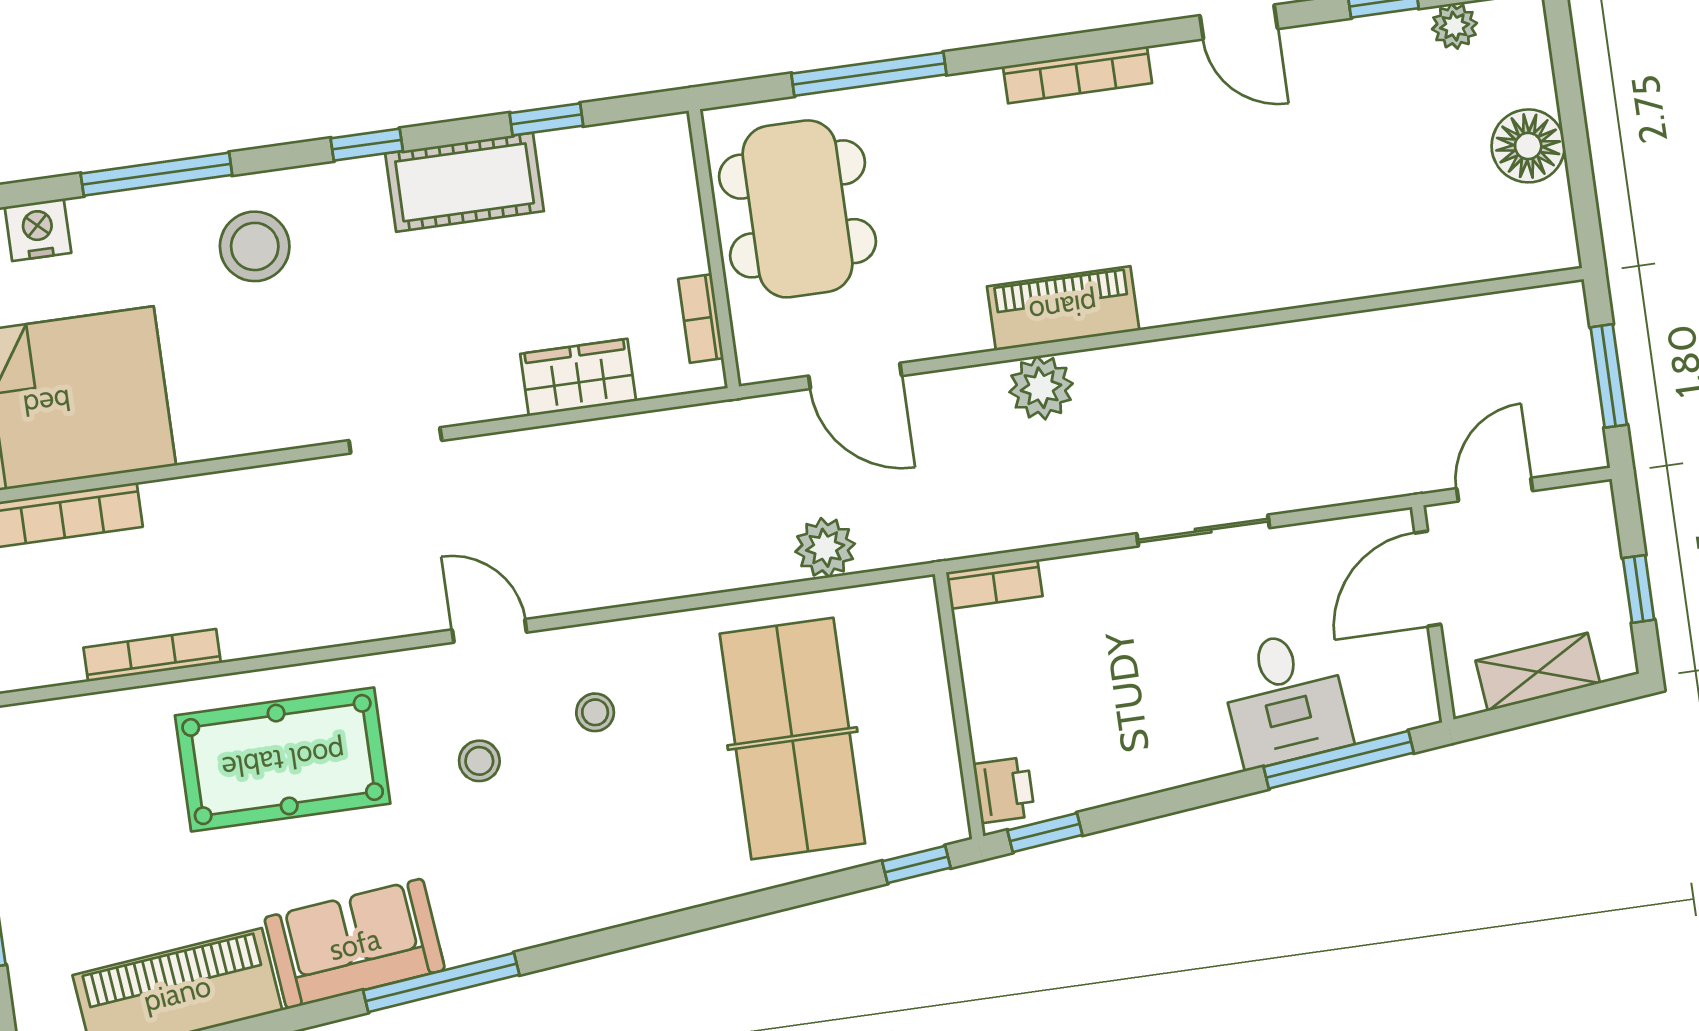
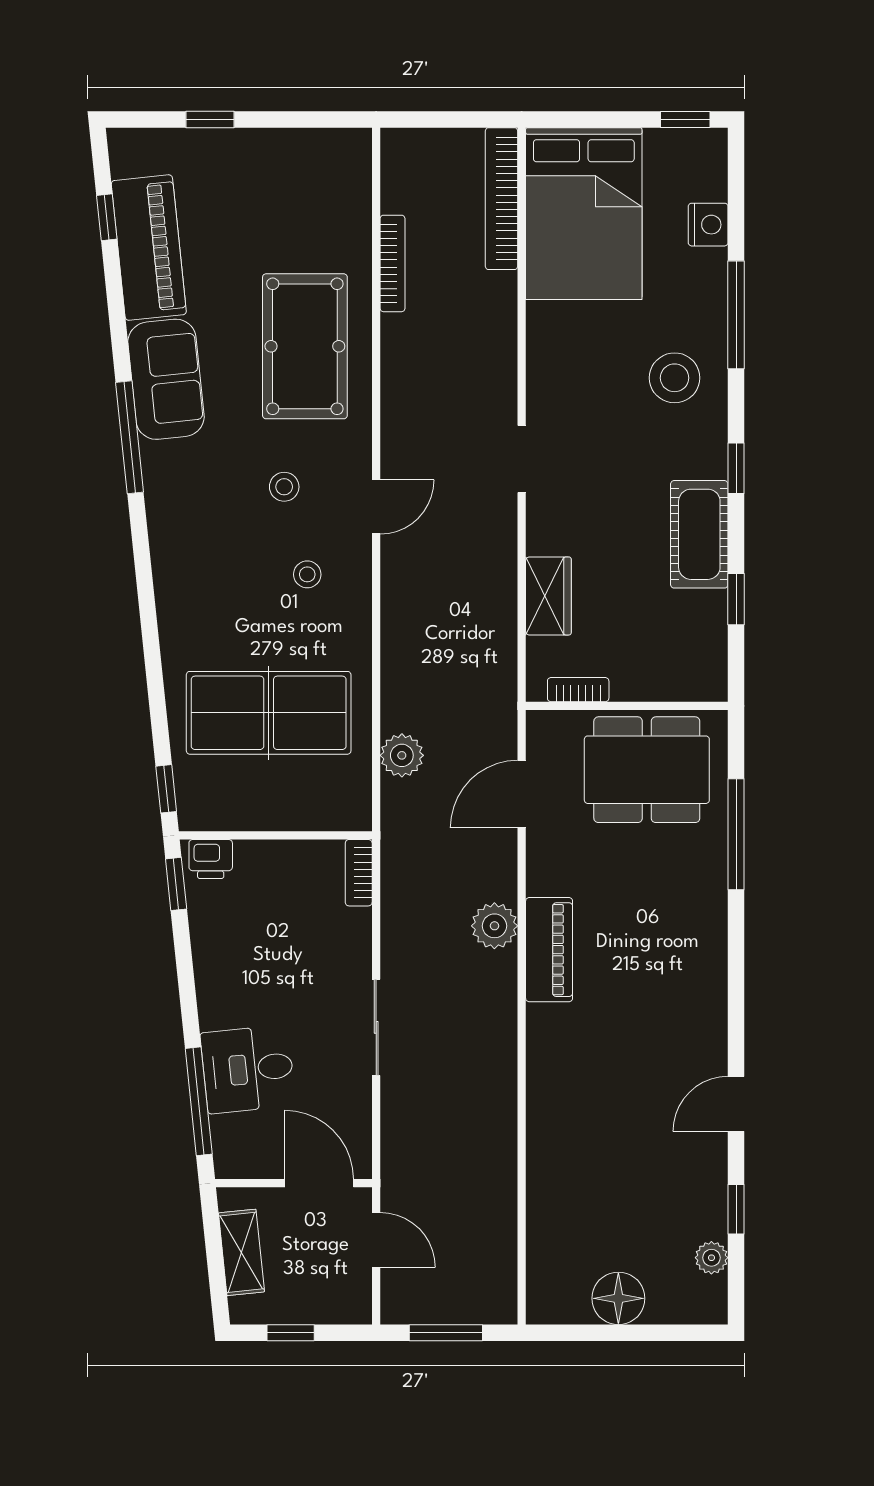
bookcase: (1077, 75) -> (714, 983), removed

